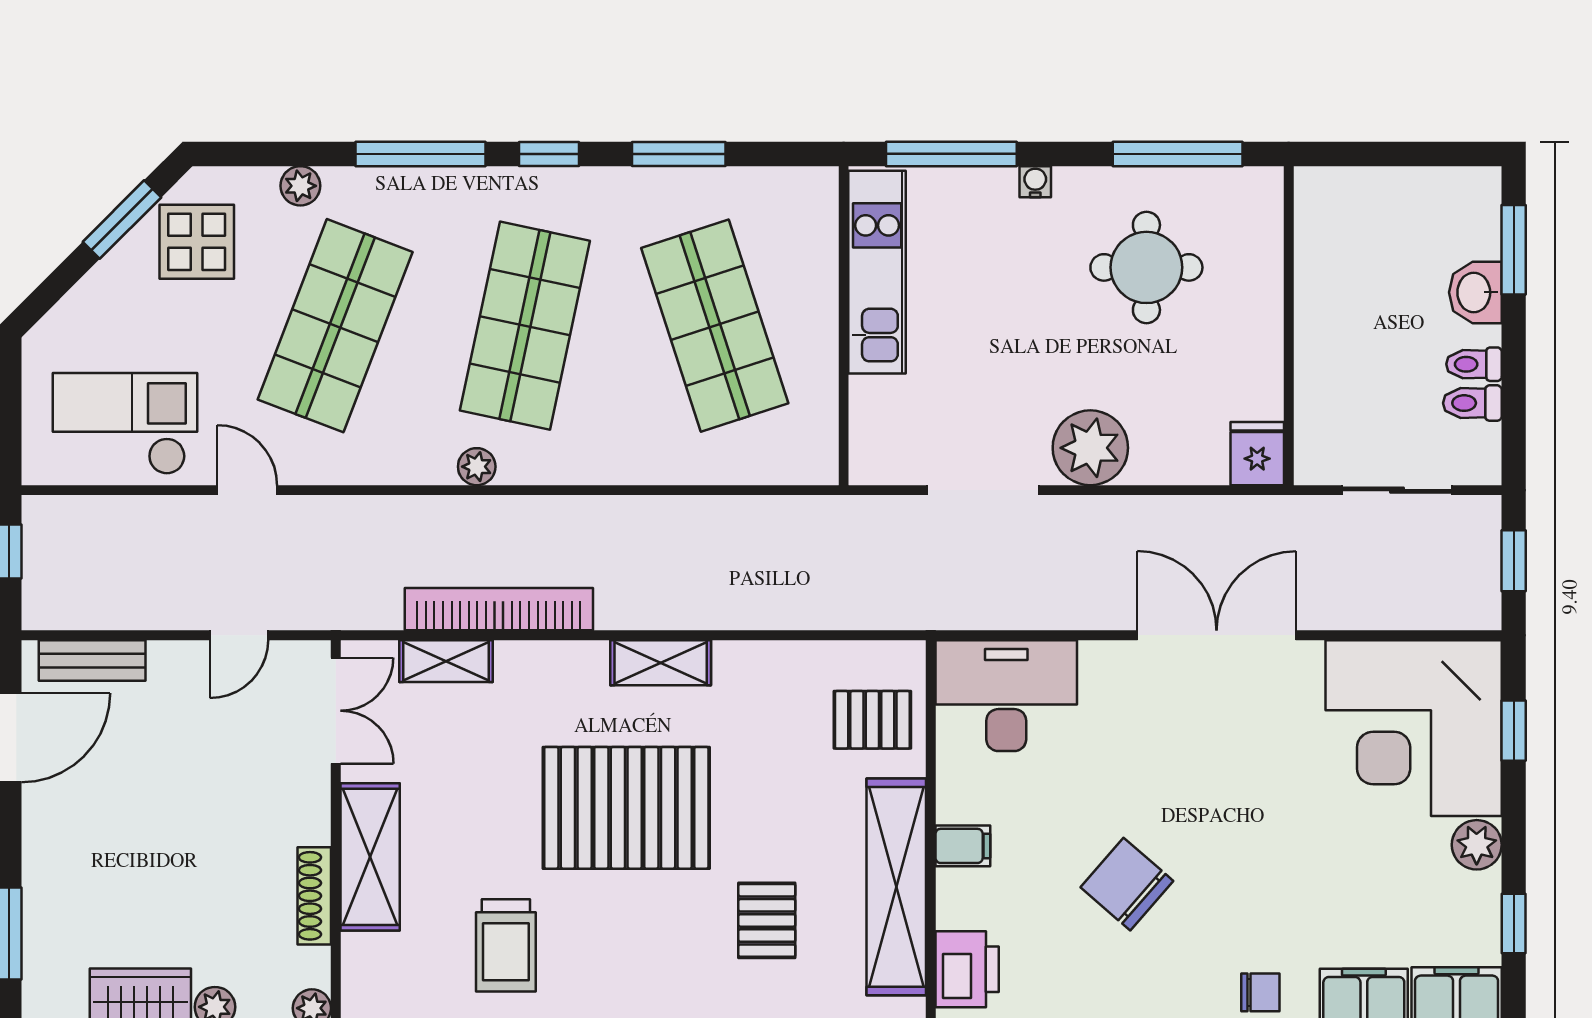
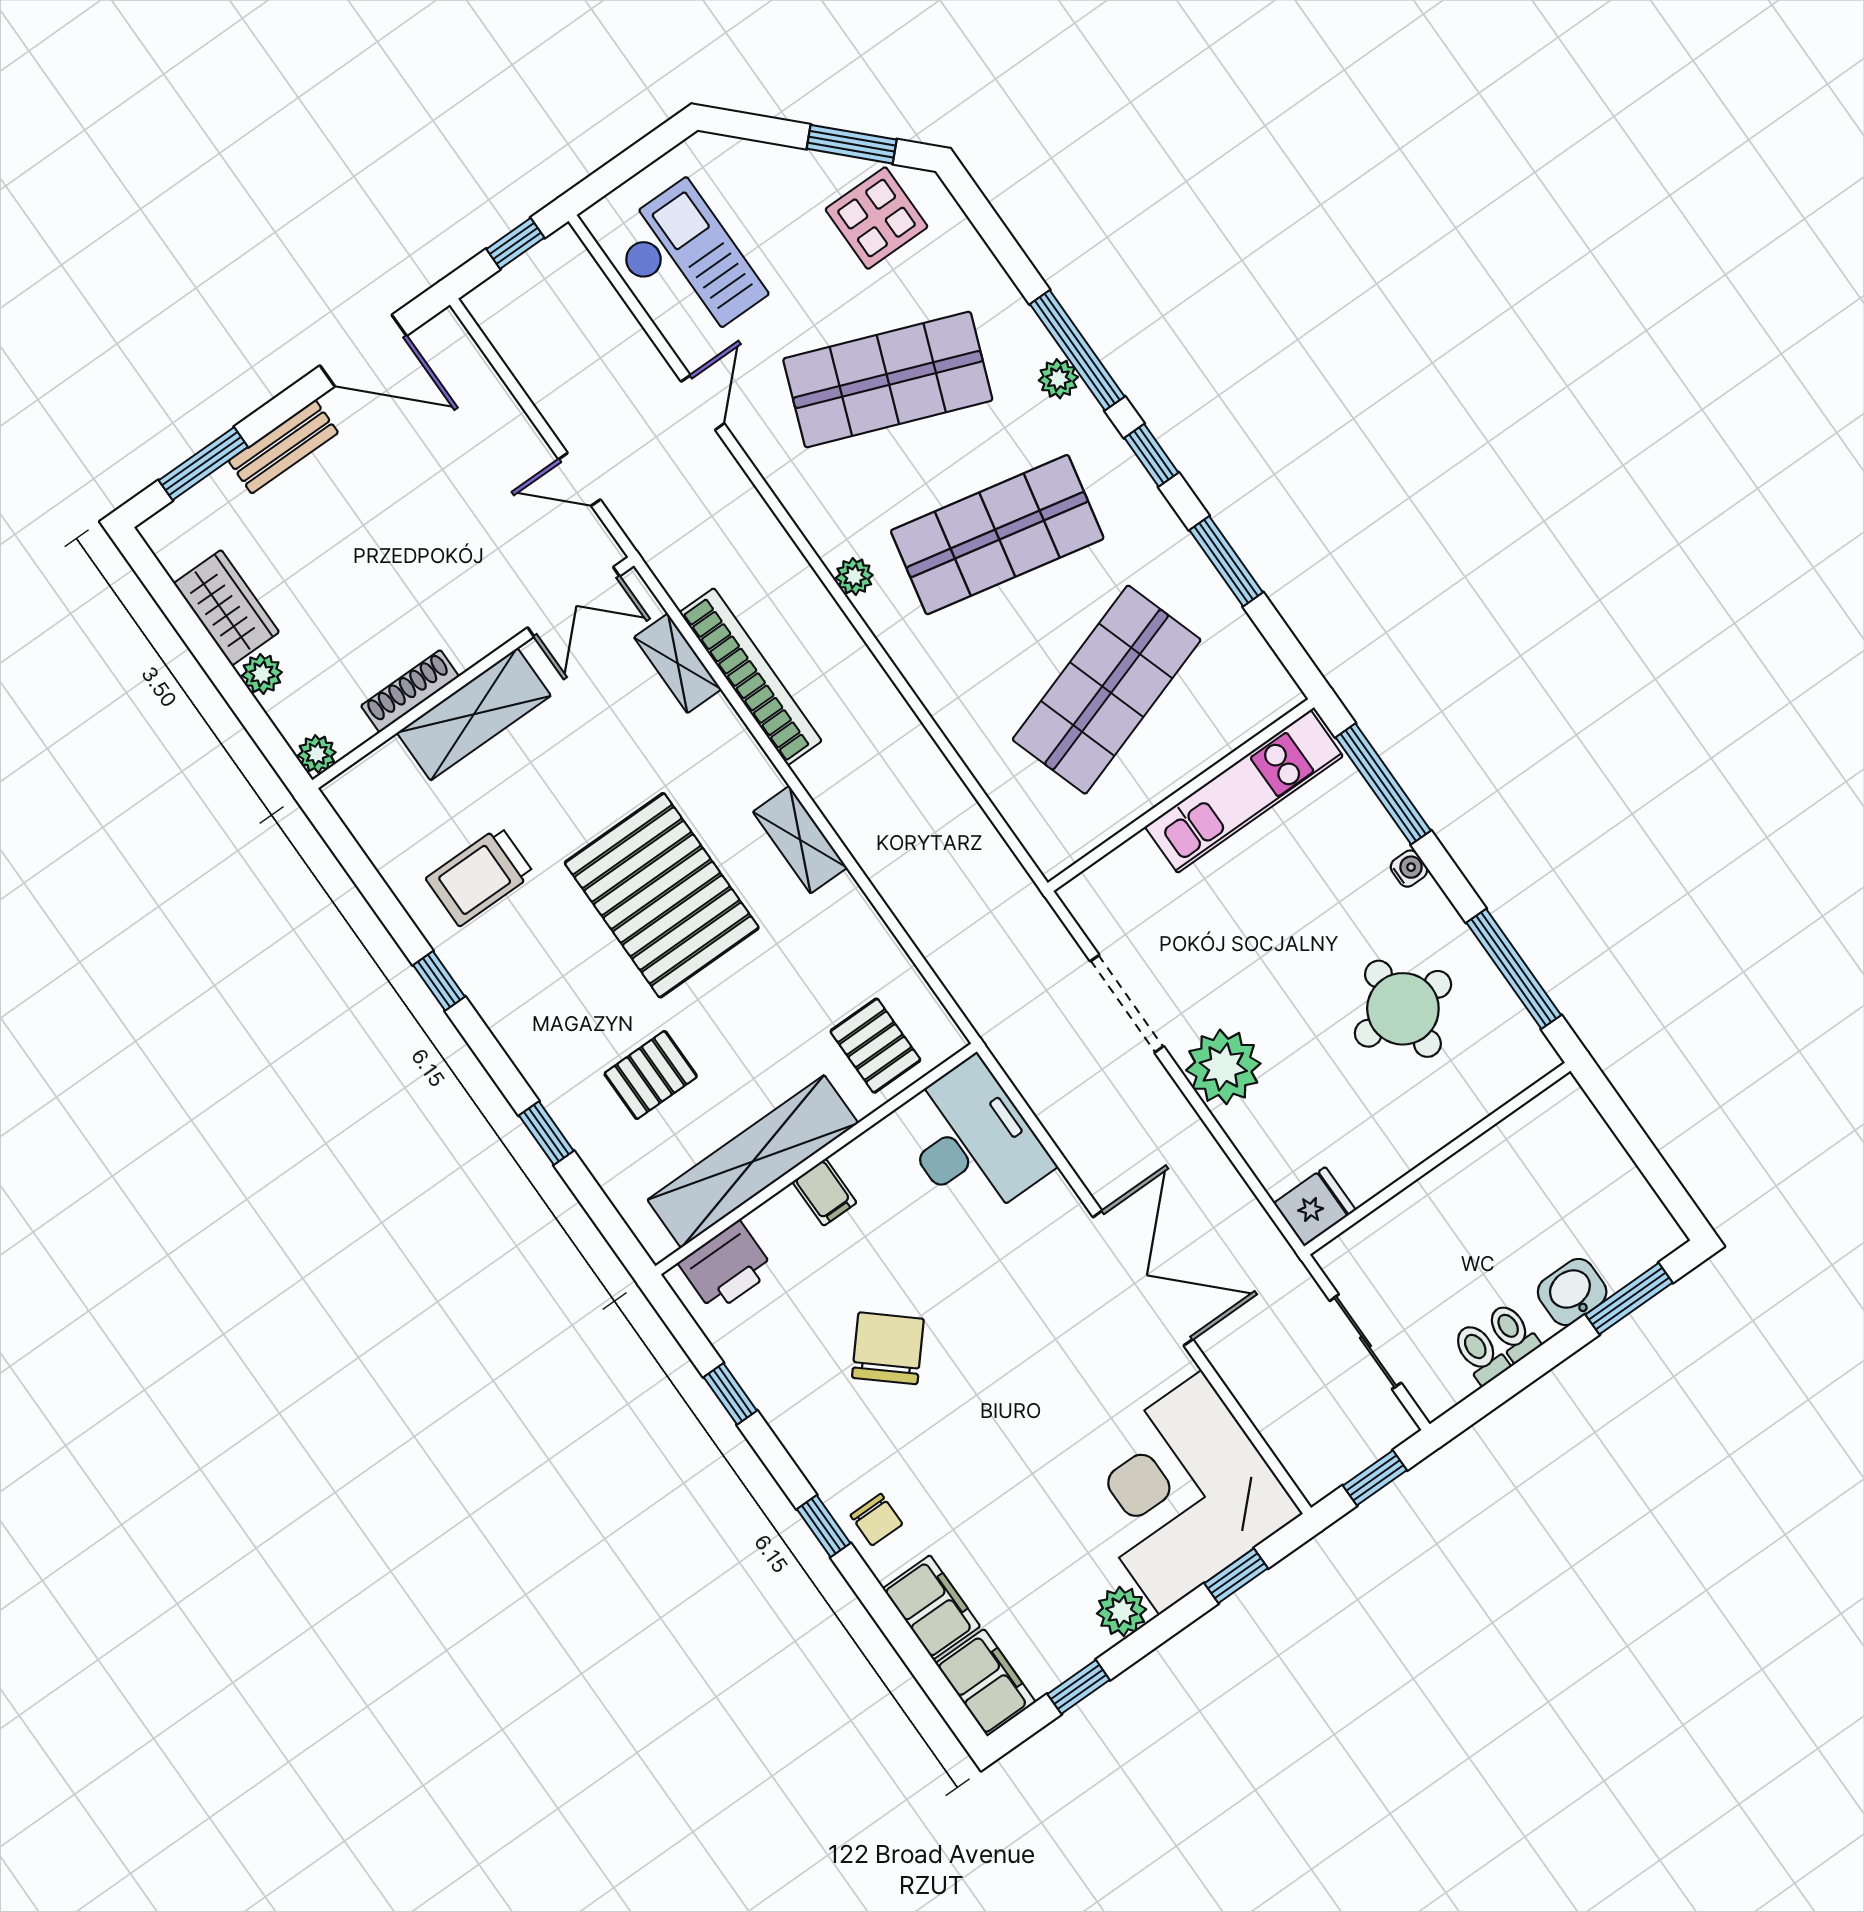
plant: (300, 186) -> (1058, 379), moved
bench: (92, 660) -> (283, 447), moved, turned 90

